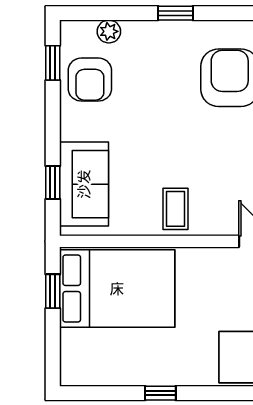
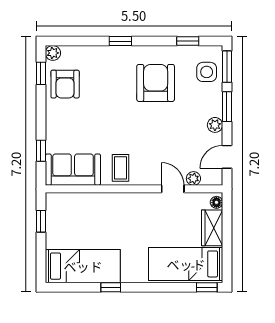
plant: (109, 31) -> (53, 53), moved
sofa: (84, 184) -> (73, 170), moved, turned -90
bed: (117, 289) -> (83, 266), moved, width x0.67

